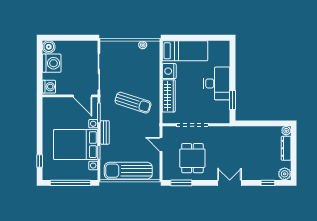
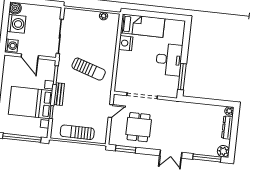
door: (83, 96) -> (30, 56), moved
wardrobe: (169, 96) -> (123, 66), removed
window: (233, 100) -> (182, 77), width x1.44
door: (161, 144) -> (111, 111), swing flipped
sun lounger: (128, 171) -> (77, 132), width x0.73, depth x0.75
double door: (230, 183) -> (171, 154), swing flipped
window: (268, 183) -> (207, 158), width x2.17

